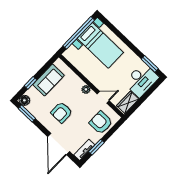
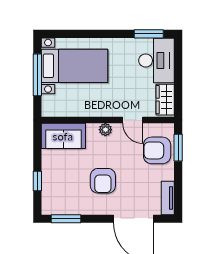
window: (79, 33) -> (37, 75), width x0.68
sofa: (48, 80) -> (63, 136), moved, turned 90
door: (103, 97) -> (133, 120), swing flipped
floor lamp: (24, 100) -> (49, 207), removed
window: (96, 147) -> (178, 148), moved

